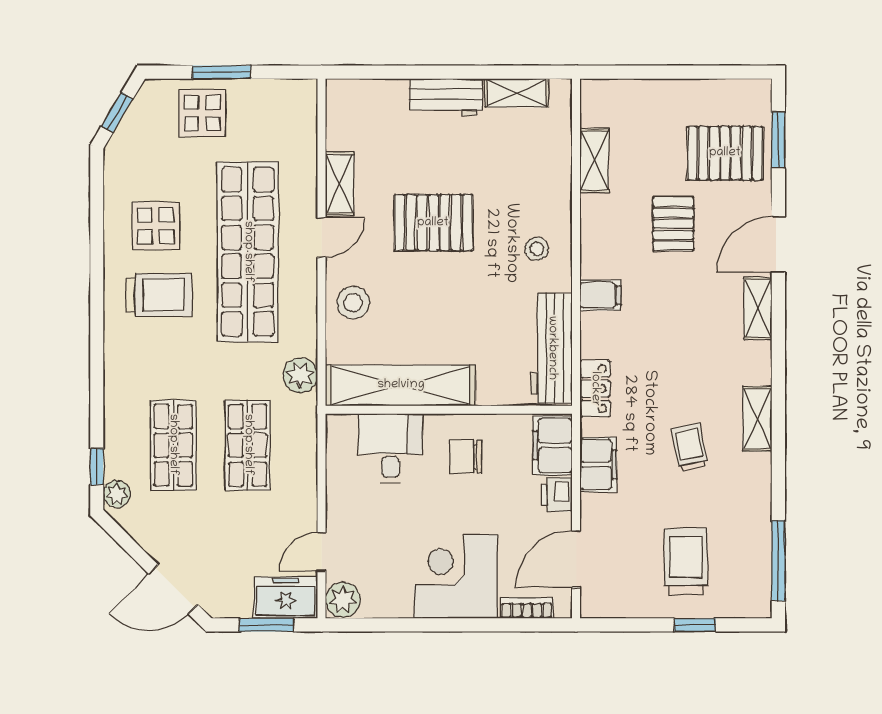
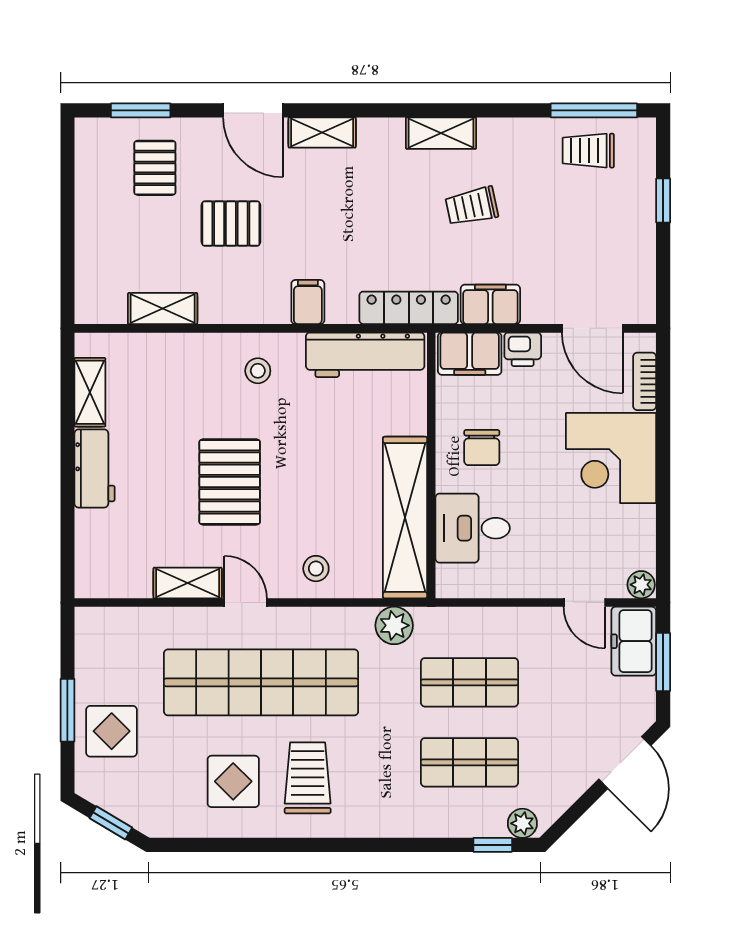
pallet: (725, 153) -> (155, 168), width x0.67, depth x0.71
stool: (353, 303) -> (316, 569), width x0.73, depth x0.73
locker: (595, 389) -> (409, 308), width x1.53
trolley: (686, 562) -> (588, 151), moved, width x0.73, depth x0.72
plant: (343, 600) -> (641, 585), width x0.73, depth x0.73

